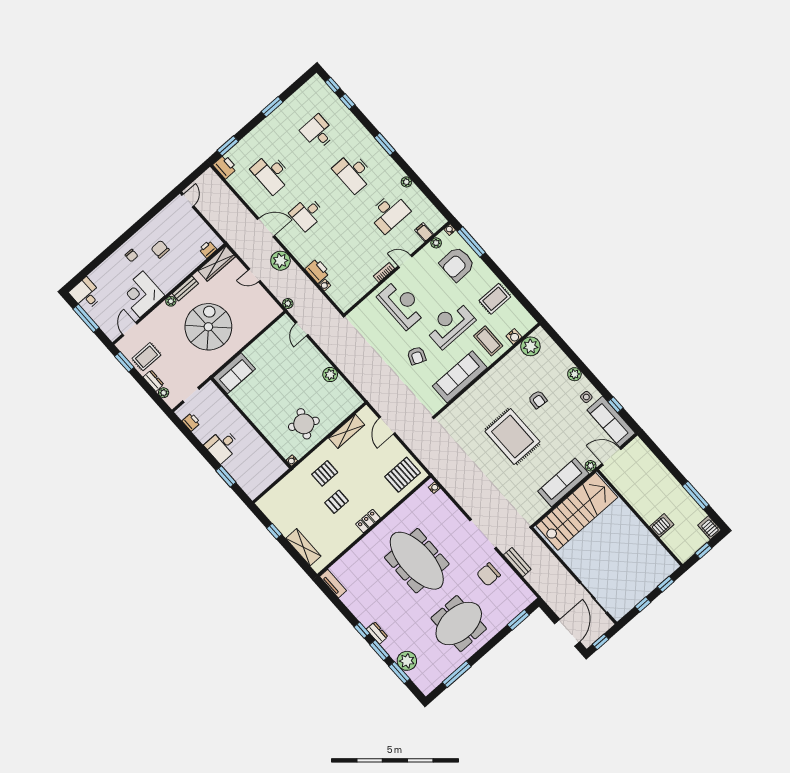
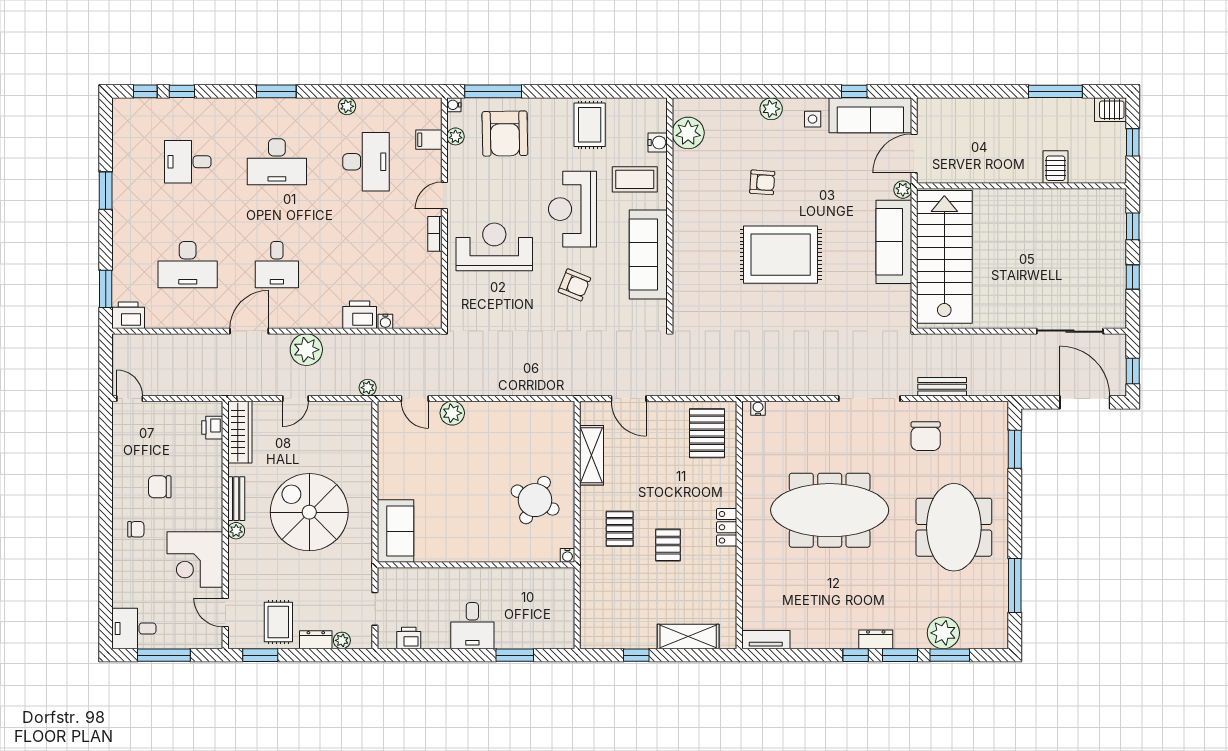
plant: (330, 375) -> (452, 413), moved

